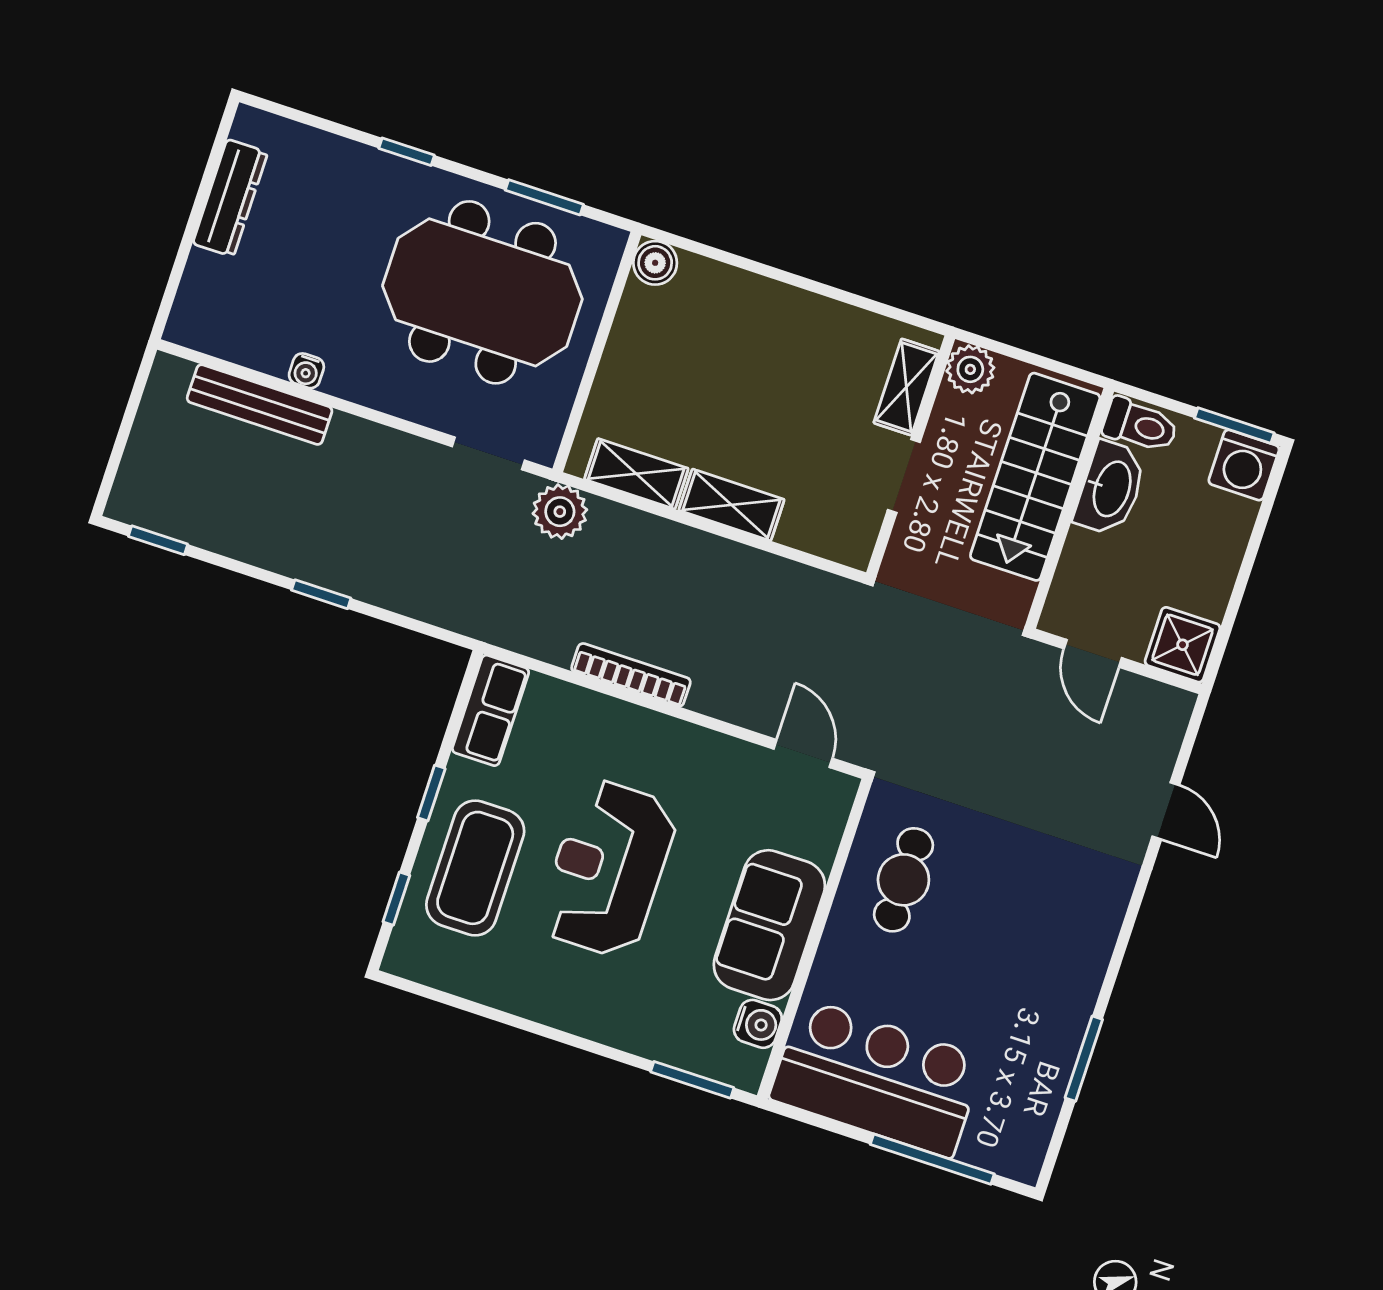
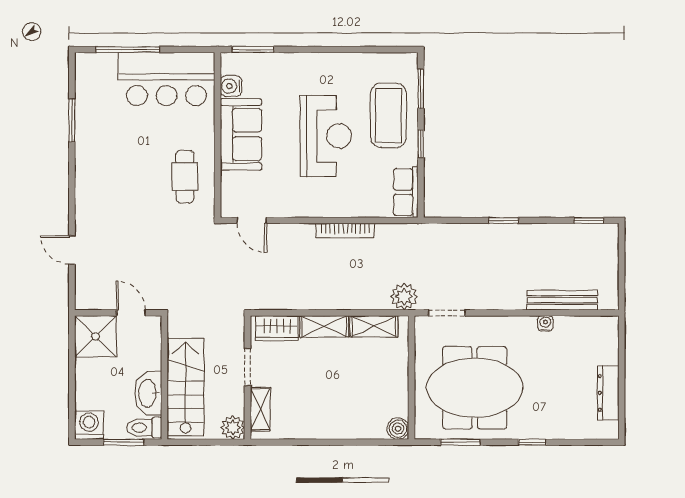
window: (1234, 426) -> (124, 442), moved
wardrobe: (823, 532) -> (277, 328), added
shower: (1183, 645) -> (96, 336), width x1.36, depth x1.36
window: (396, 899) -> (421, 89), width x1.50

